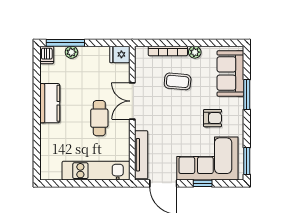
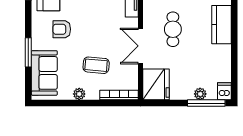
bookcase: (168, 51) -> (119, 95), moved
fridge: (120, 54) -> (156, 84), width x1.88, depth x1.34
double door: (132, 101) -> (141, 46), swing flipped
kitchen counter: (50, 103) -> (222, 25), moved

